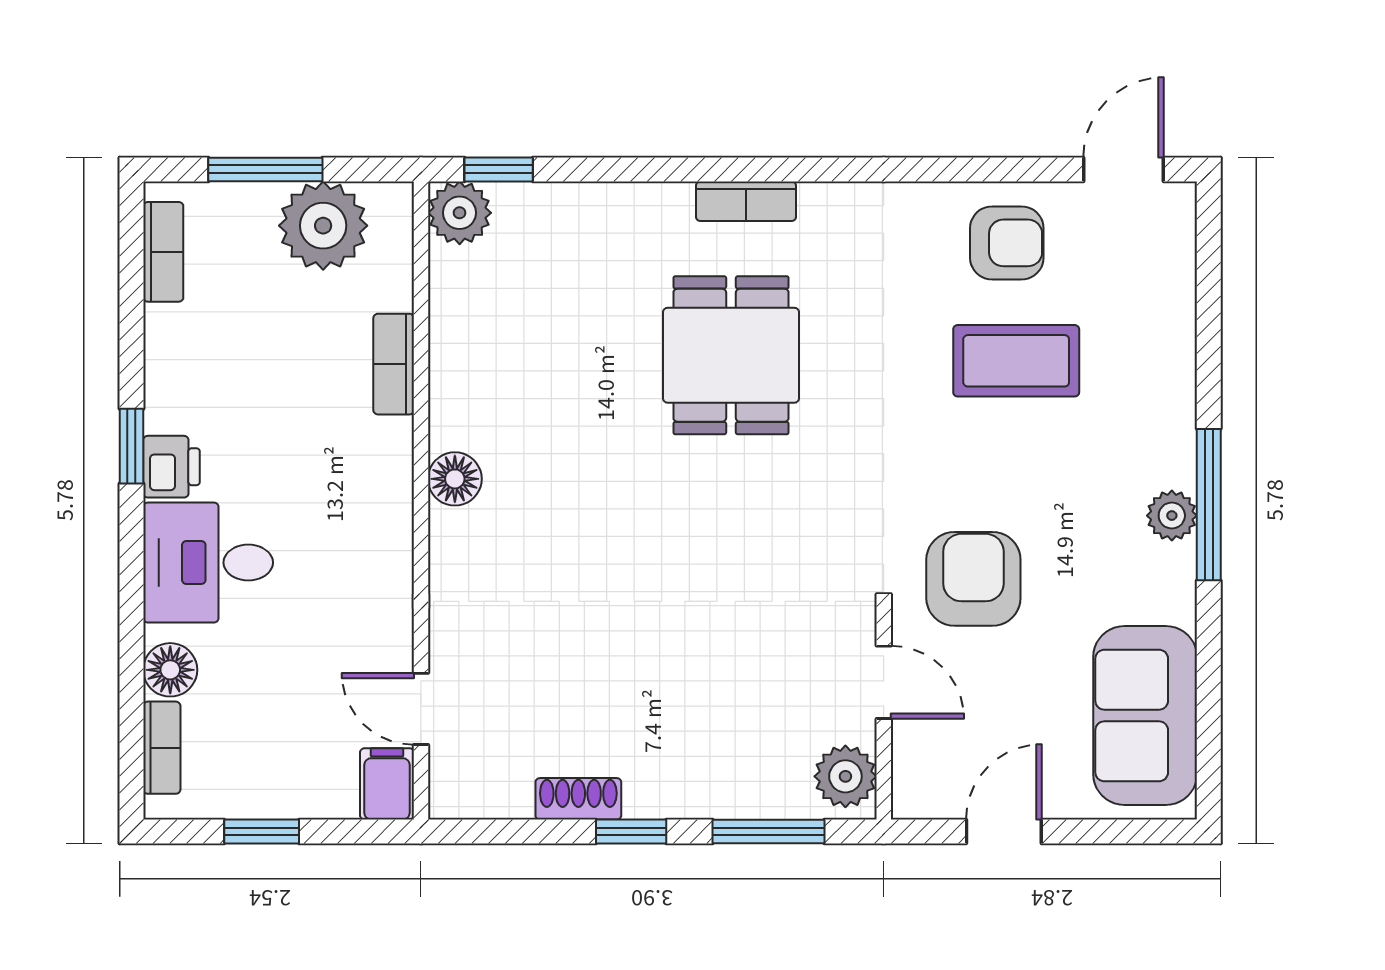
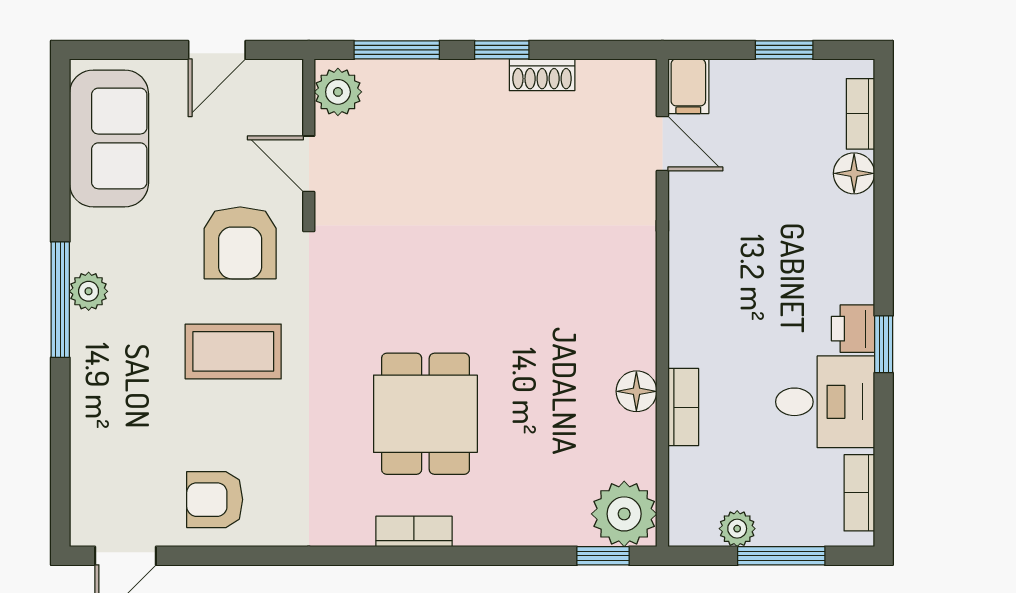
plant: (460, 213) -> (624, 514), width x1.36, depth x1.36
plant: (323, 226) -> (737, 529), width x0.53, depth x0.53
coffee table: (1016, 361) -> (233, 351), moved
floor lamp: (455, 479) -> (636, 391), moved
desk: (208, 563) -> (825, 402), moved

